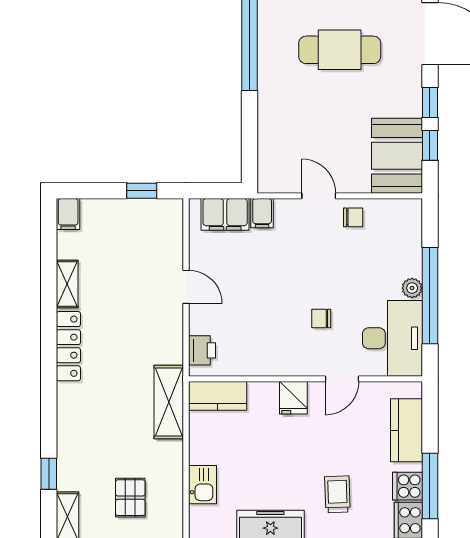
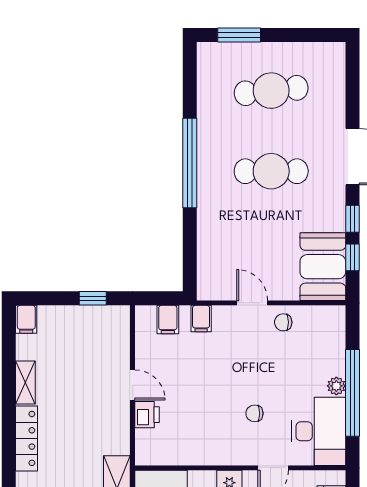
filing cabinet: (225, 214) -> (168, 320), width x0.50
chair: (353, 217) -> (283, 322), turned 180
printer: (202, 350) -> (147, 415), moved

